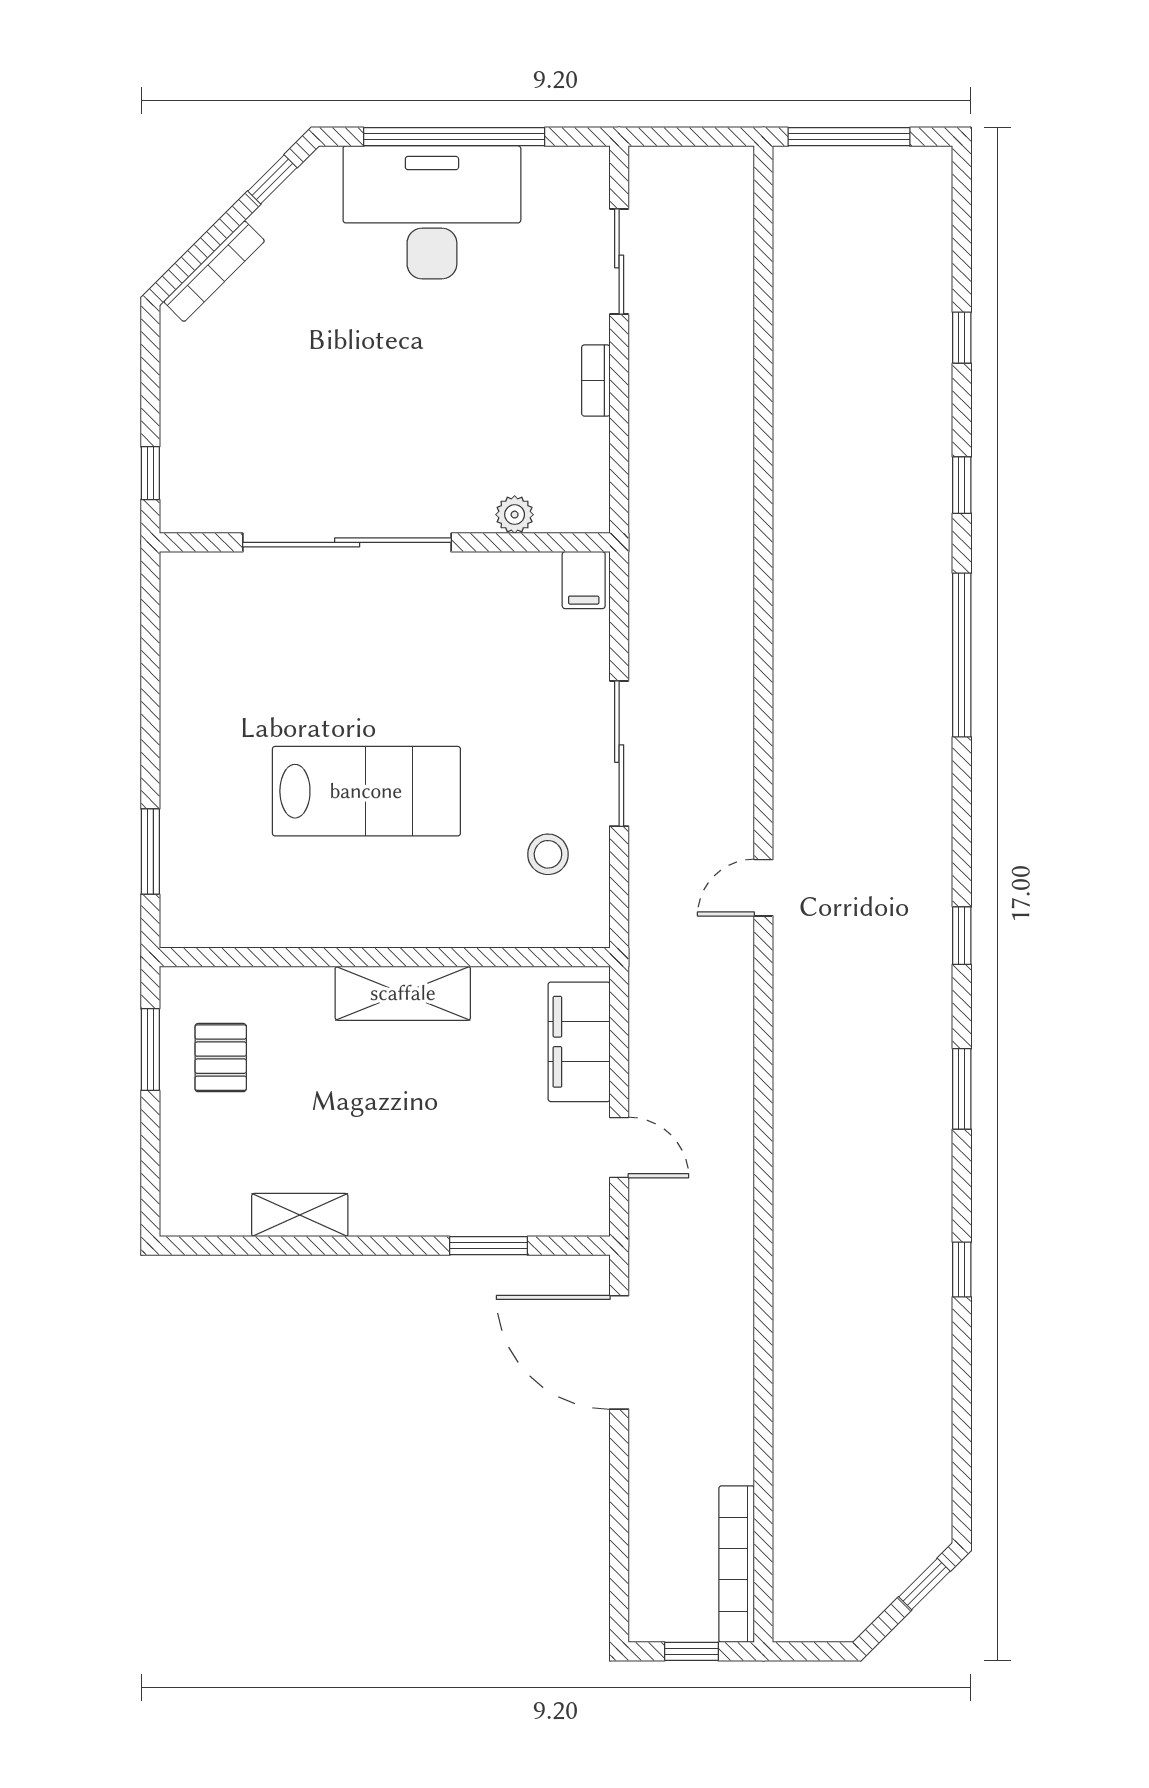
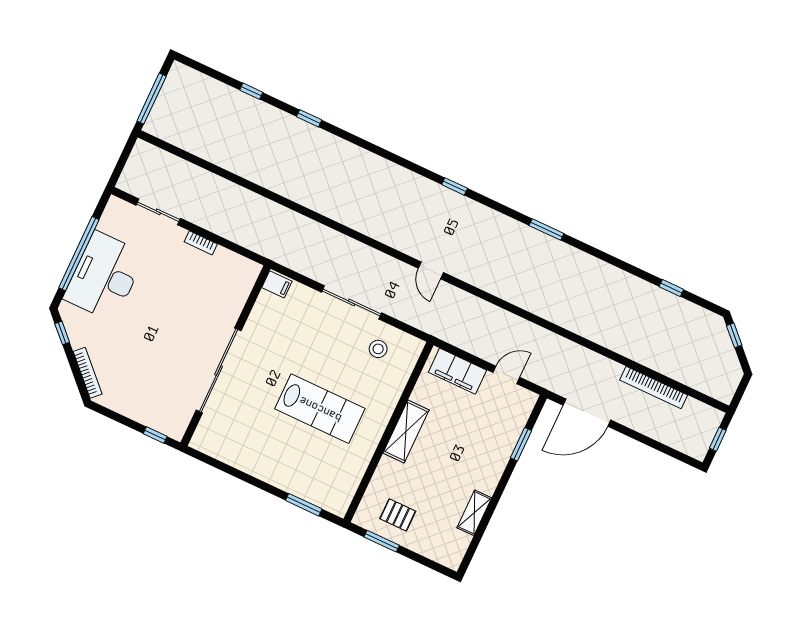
plant: (515, 515) -> (238, 299), removed
window: (962, 655) -> (376, 150), removed
lab bench: (366, 791) -> (320, 409), turned 90
window: (962, 936) -> (455, 186), moved
window: (962, 1269) -> (671, 288), moved
bookcase: (737, 1564) -> (654, 388), moved

